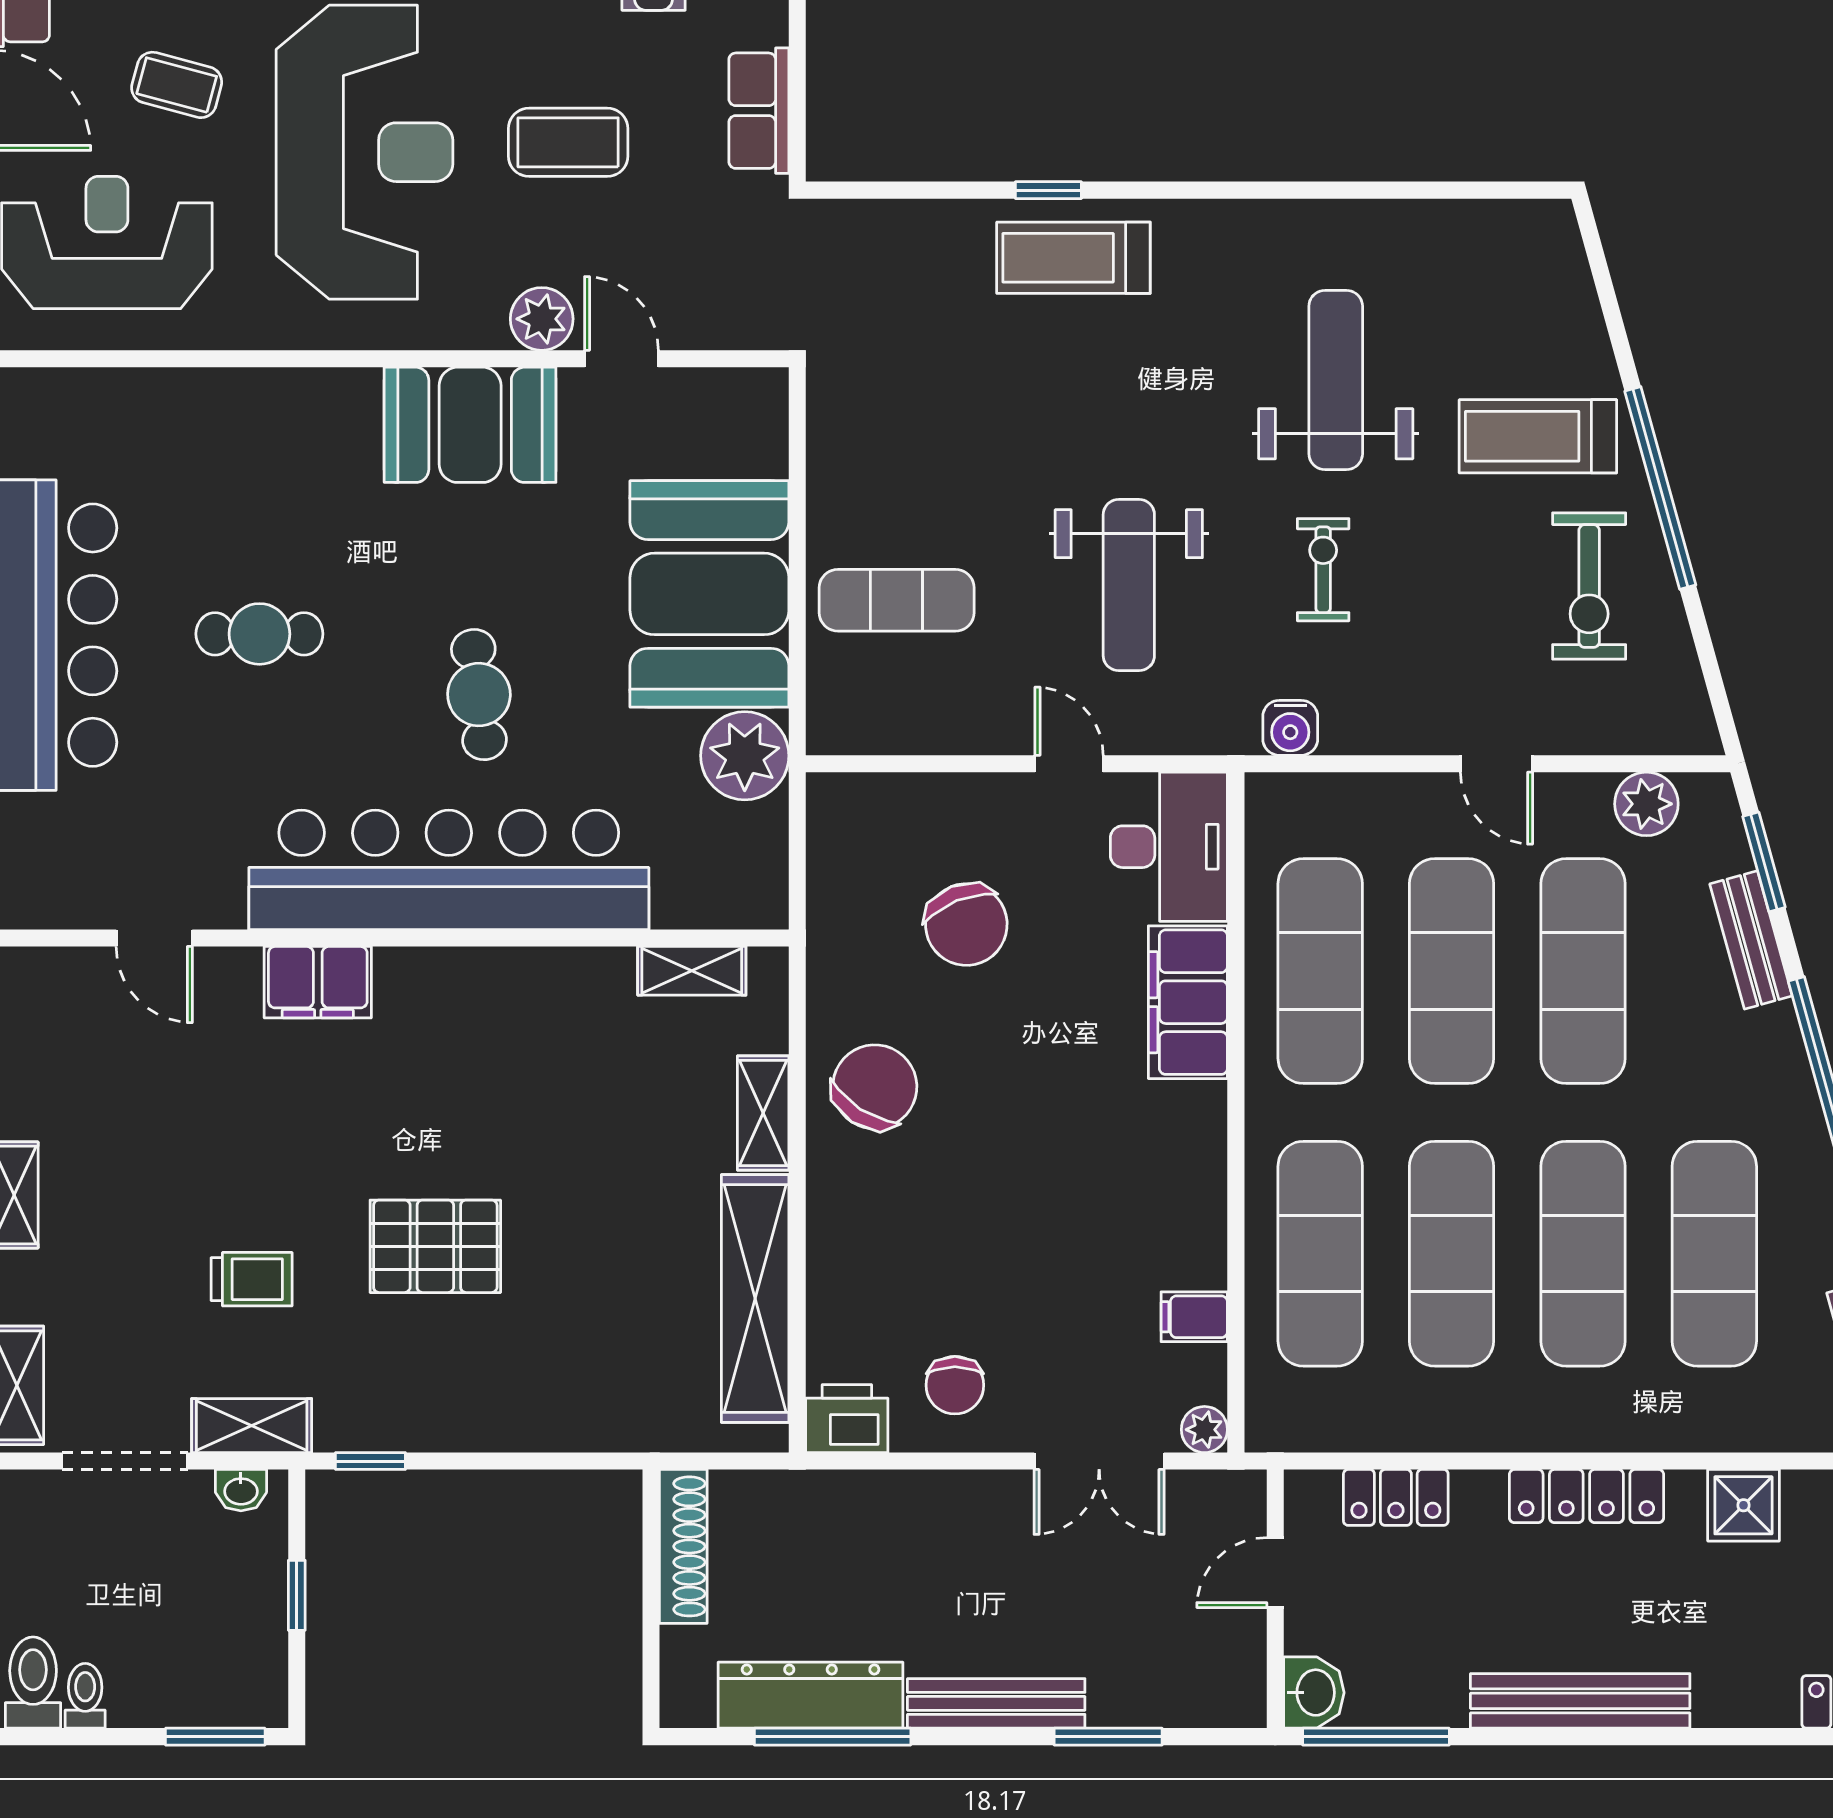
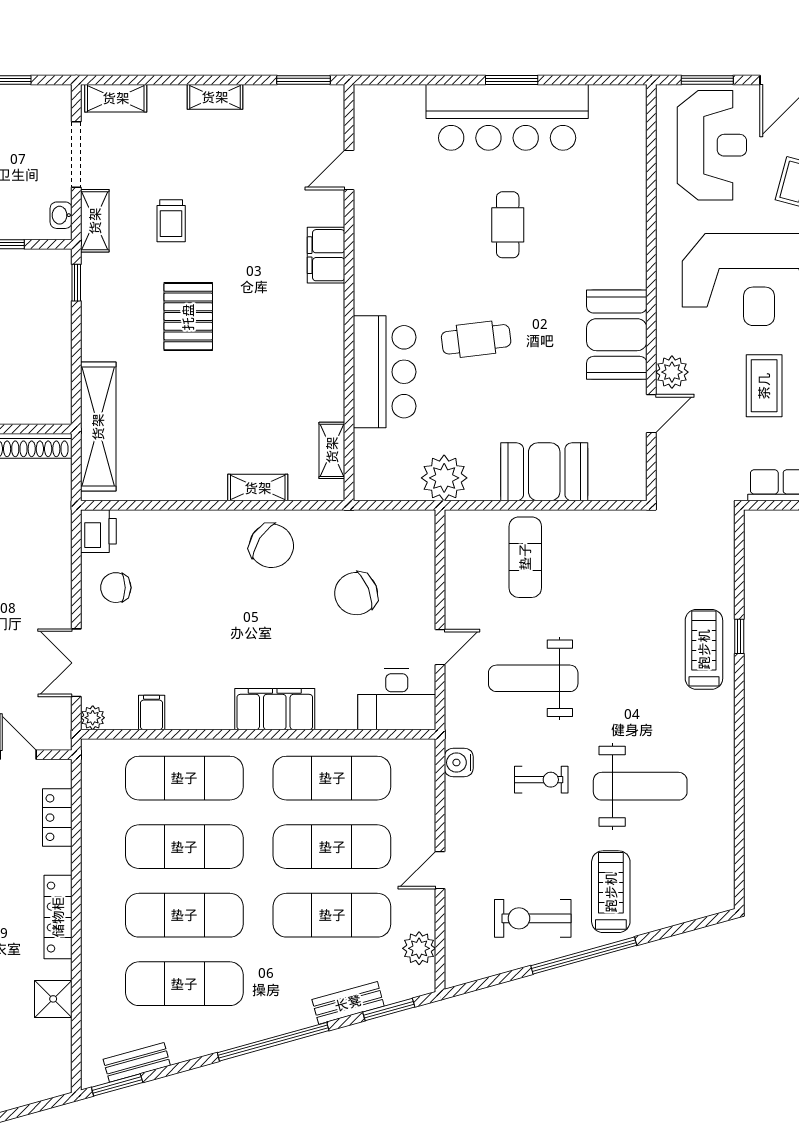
booth: (709, 594) -> (544, 472), width x0.73, depth x0.70
bar counter: (449, 870) -> (385, 372), width x0.54
filing cabinet: (1188, 1002) -> (275, 709), moved
shelving: (755, 1298) -> (98, 427), moved, turned 90

